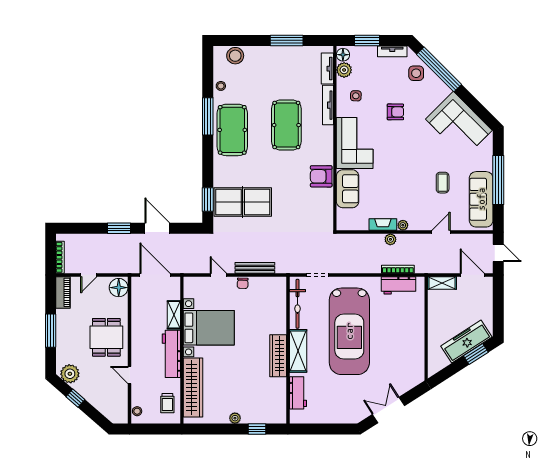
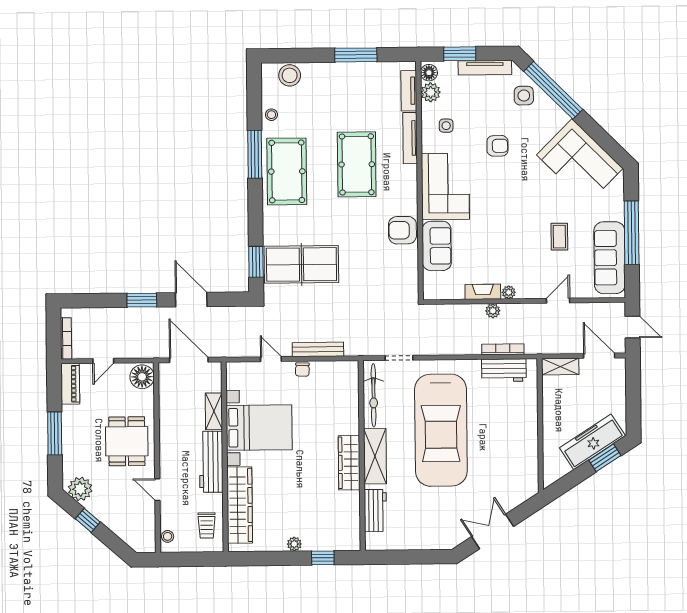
tv unit: (392, 51) -> (485, 68), width x1.41

